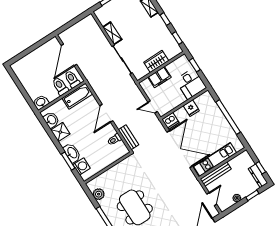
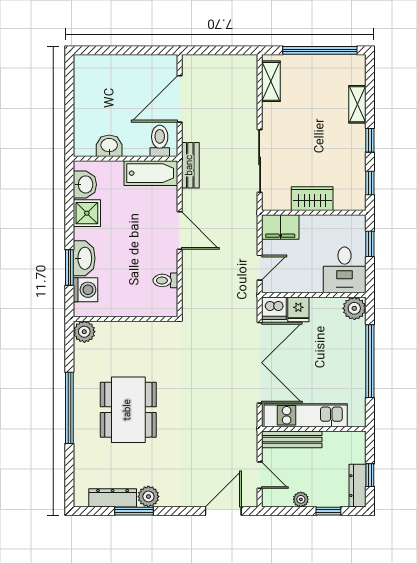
shelving: (112, 33) -> (271, 81), moved
filing cabinet: (159, 77) -> (280, 227), moved
toilet: (60, 86) -> (134, 140), removed
plant: (206, 98) -> (354, 308), added
washbasin: (41, 102) -> (109, 146), moved
door: (153, 107) -> (260, 268), swing flipped
fridge: (191, 108) -> (298, 309), moved
door: (106, 113) -> (180, 230), swing flipped
bench: (129, 137) -> (190, 165), moved
plant: (99, 194) -> (84, 332), moved
door: (212, 199) -> (260, 475), hinge flipped

